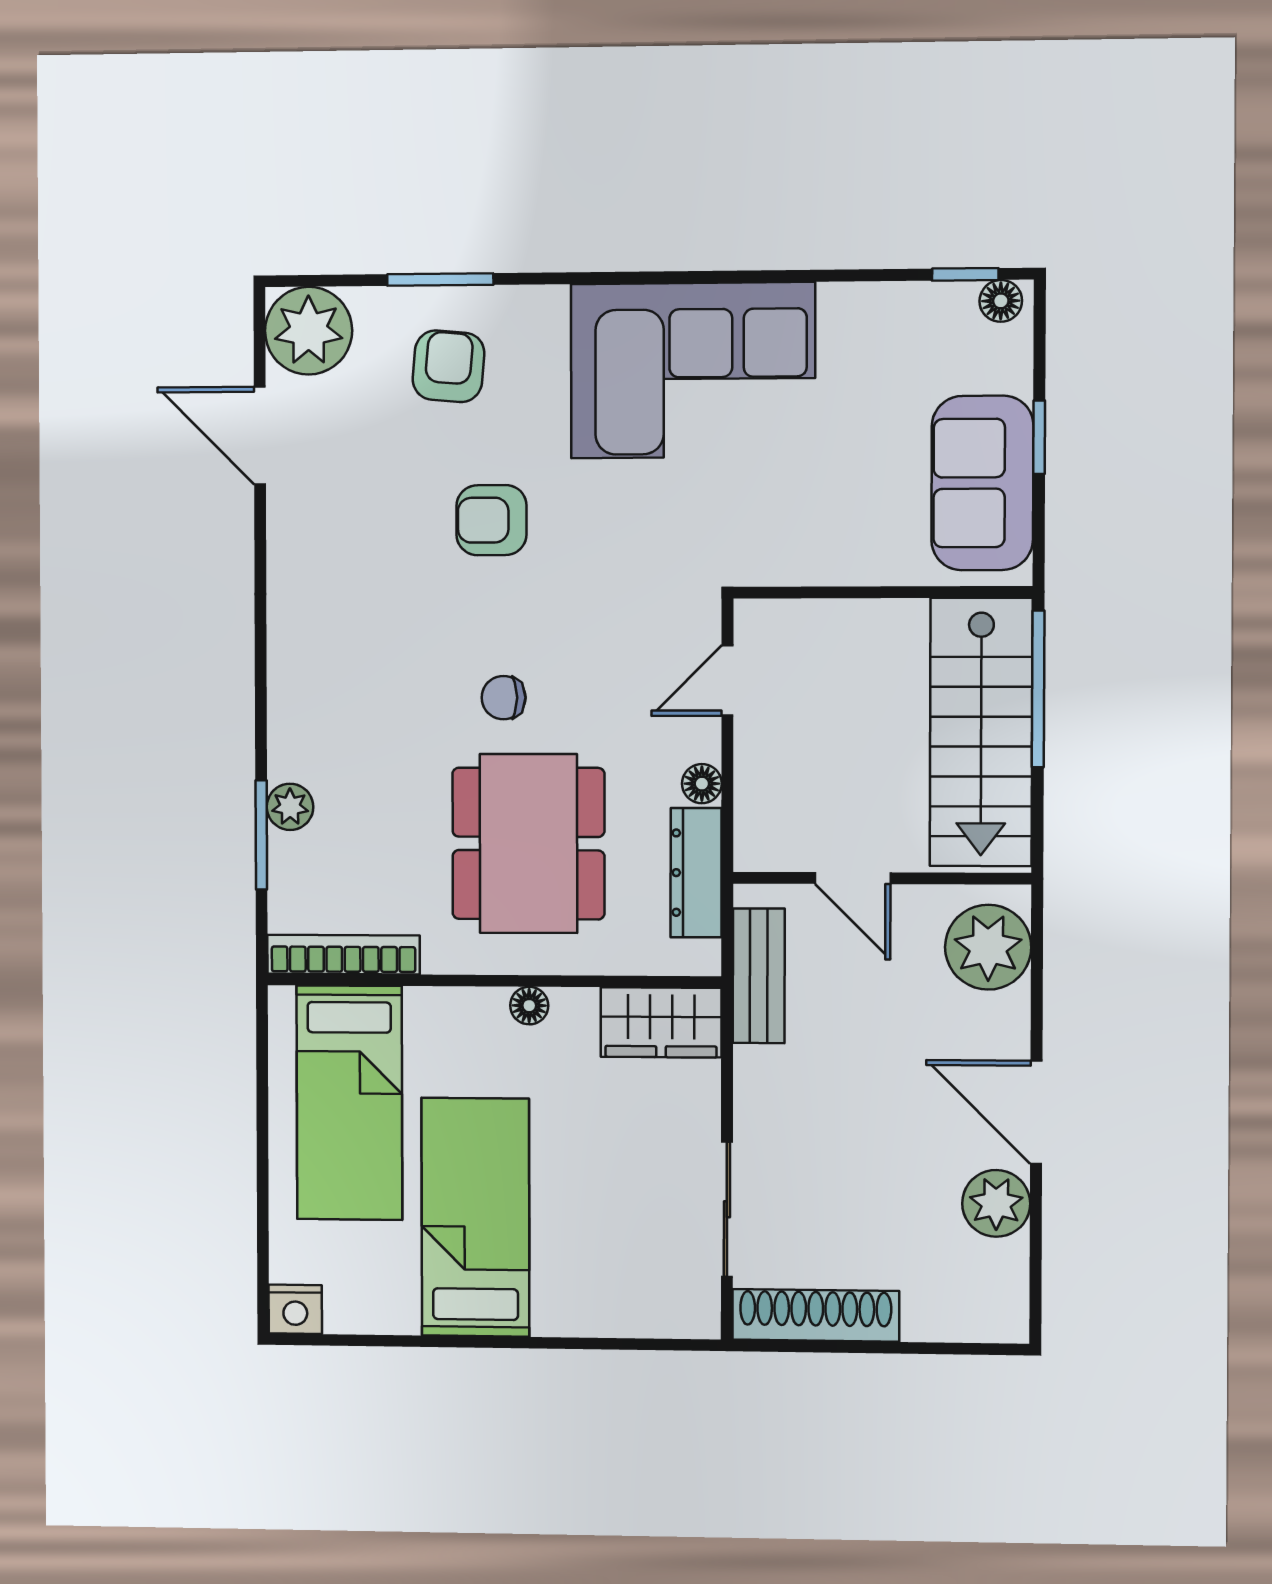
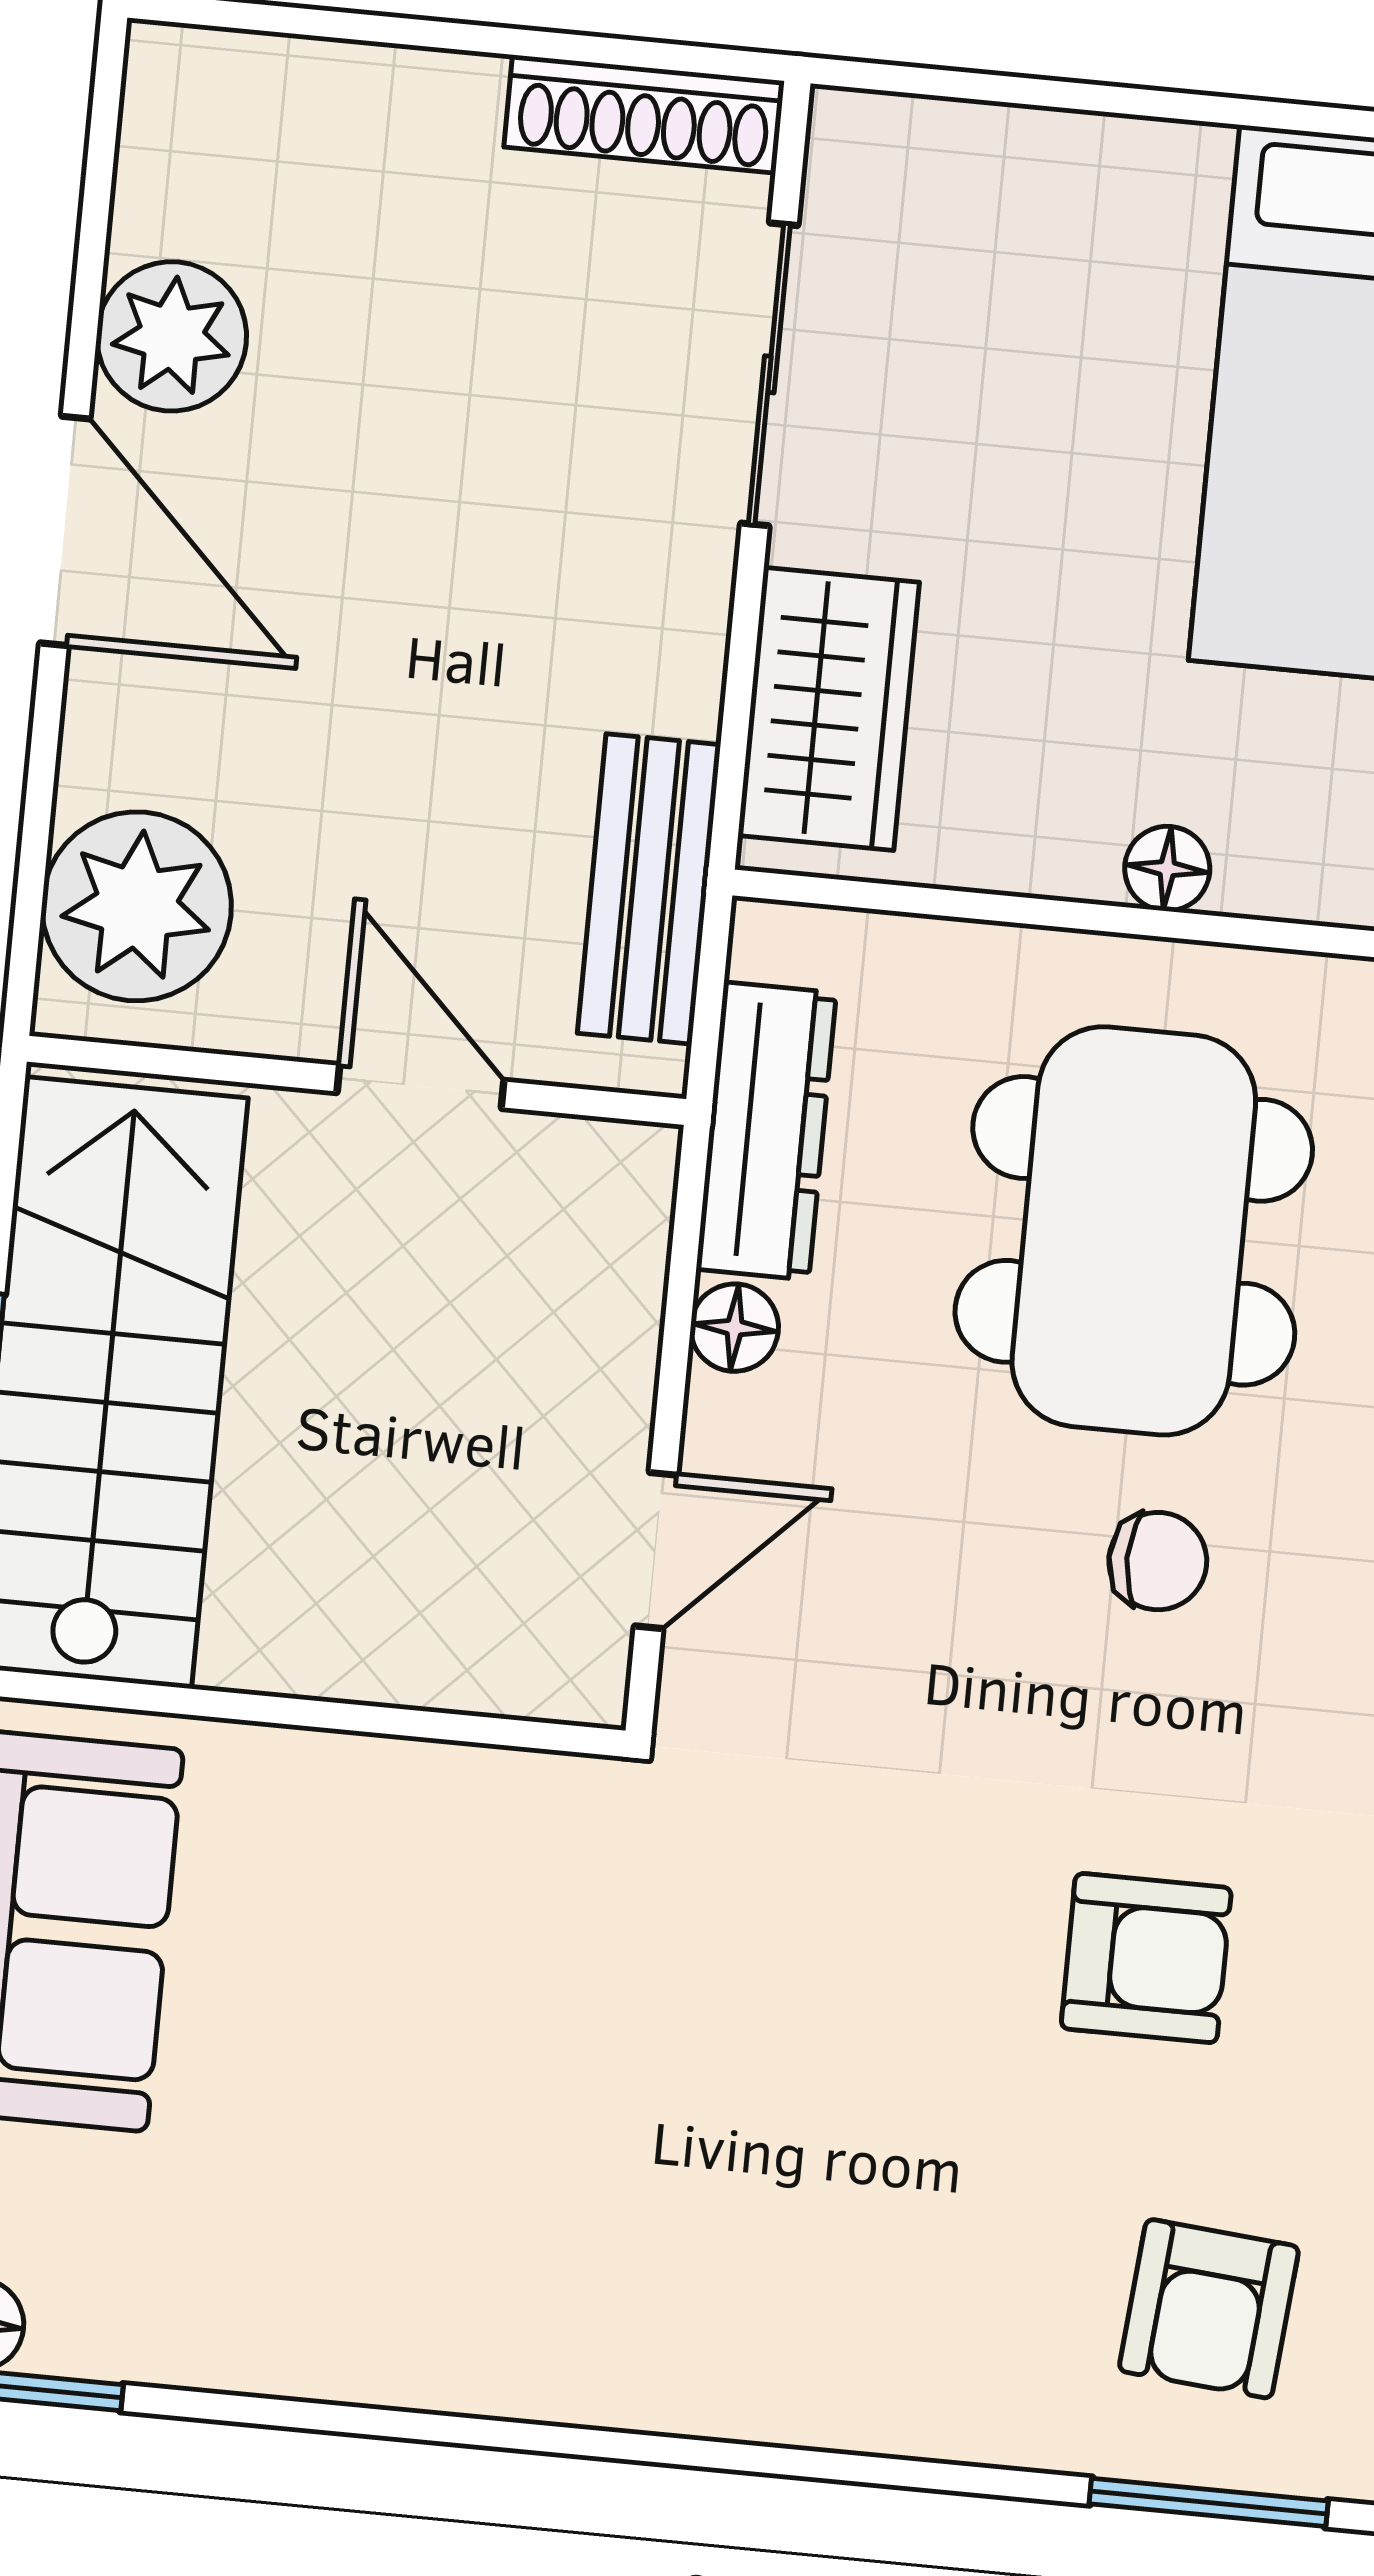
corner sofa: (693, 370) -> (667, 2243), removed
wardrobe: (661, 1022) -> (829, 709), moved, turned 90
shoe rack: (816, 1315) -> (644, 114), width x0.74, depth x0.81

